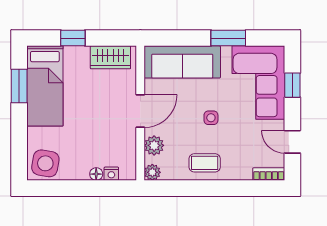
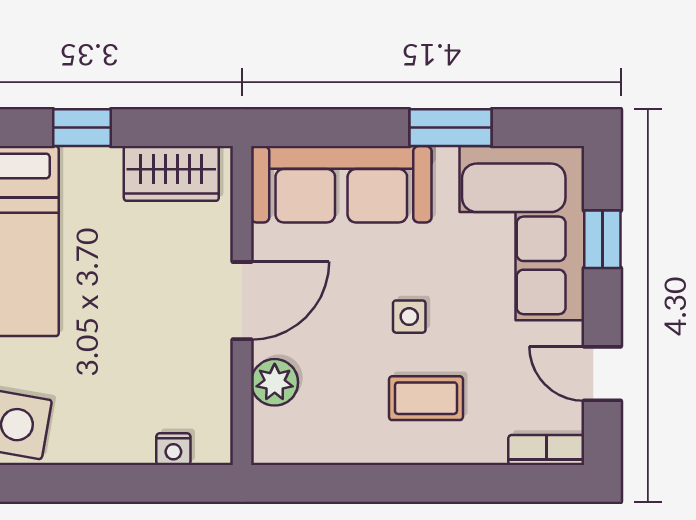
coffee table: (205, 163) -> (426, 398), moved
plant: (152, 172) -> (271, 446), removed
floor lamp: (96, 174) -> (138, 450), removed

